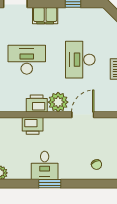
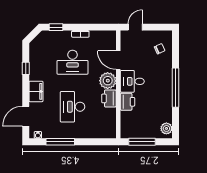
desk: (45, 165) -> (132, 81), moved, turned 180
window: (50, 184) -> (176, 88), width x2.11

